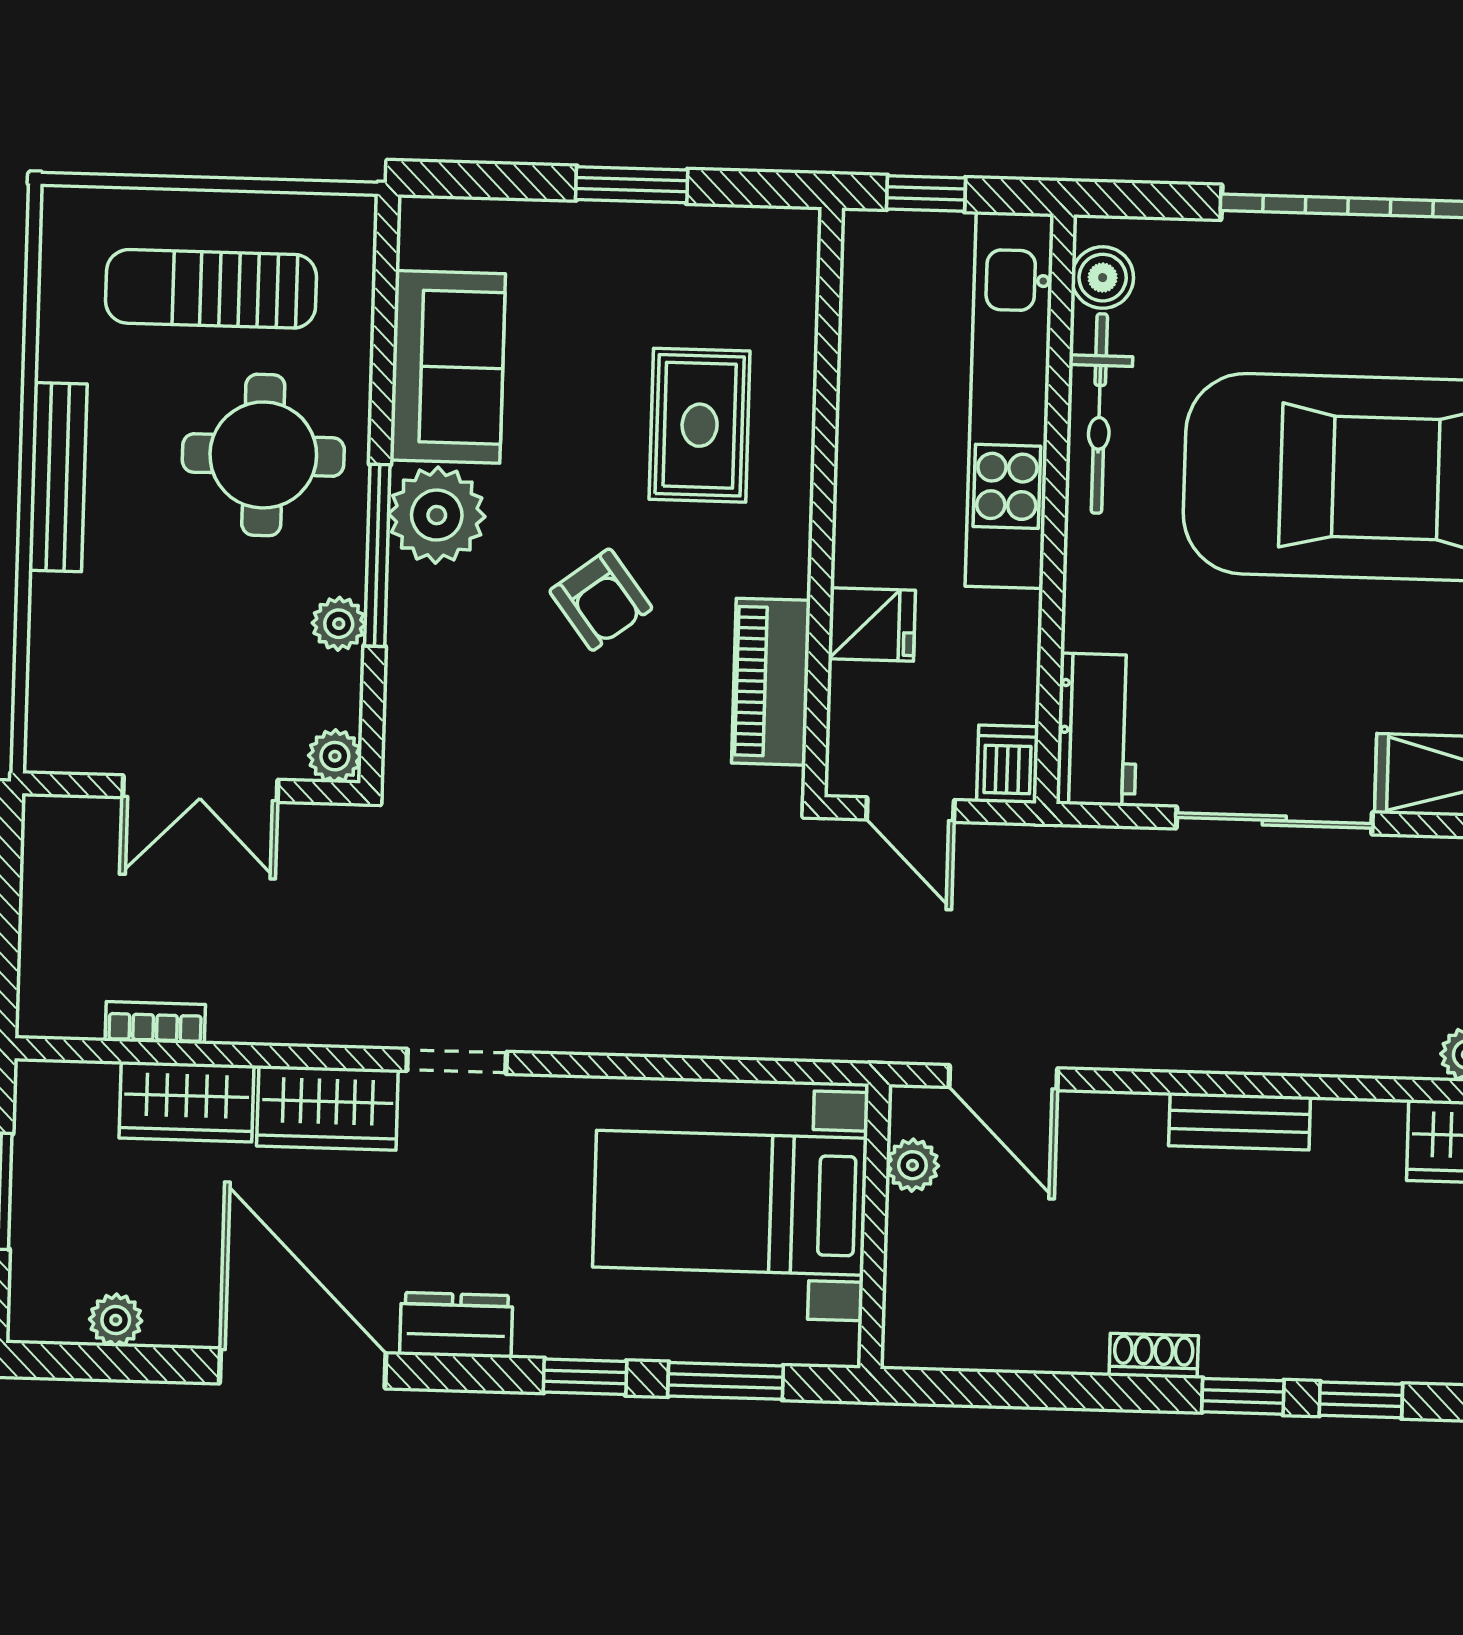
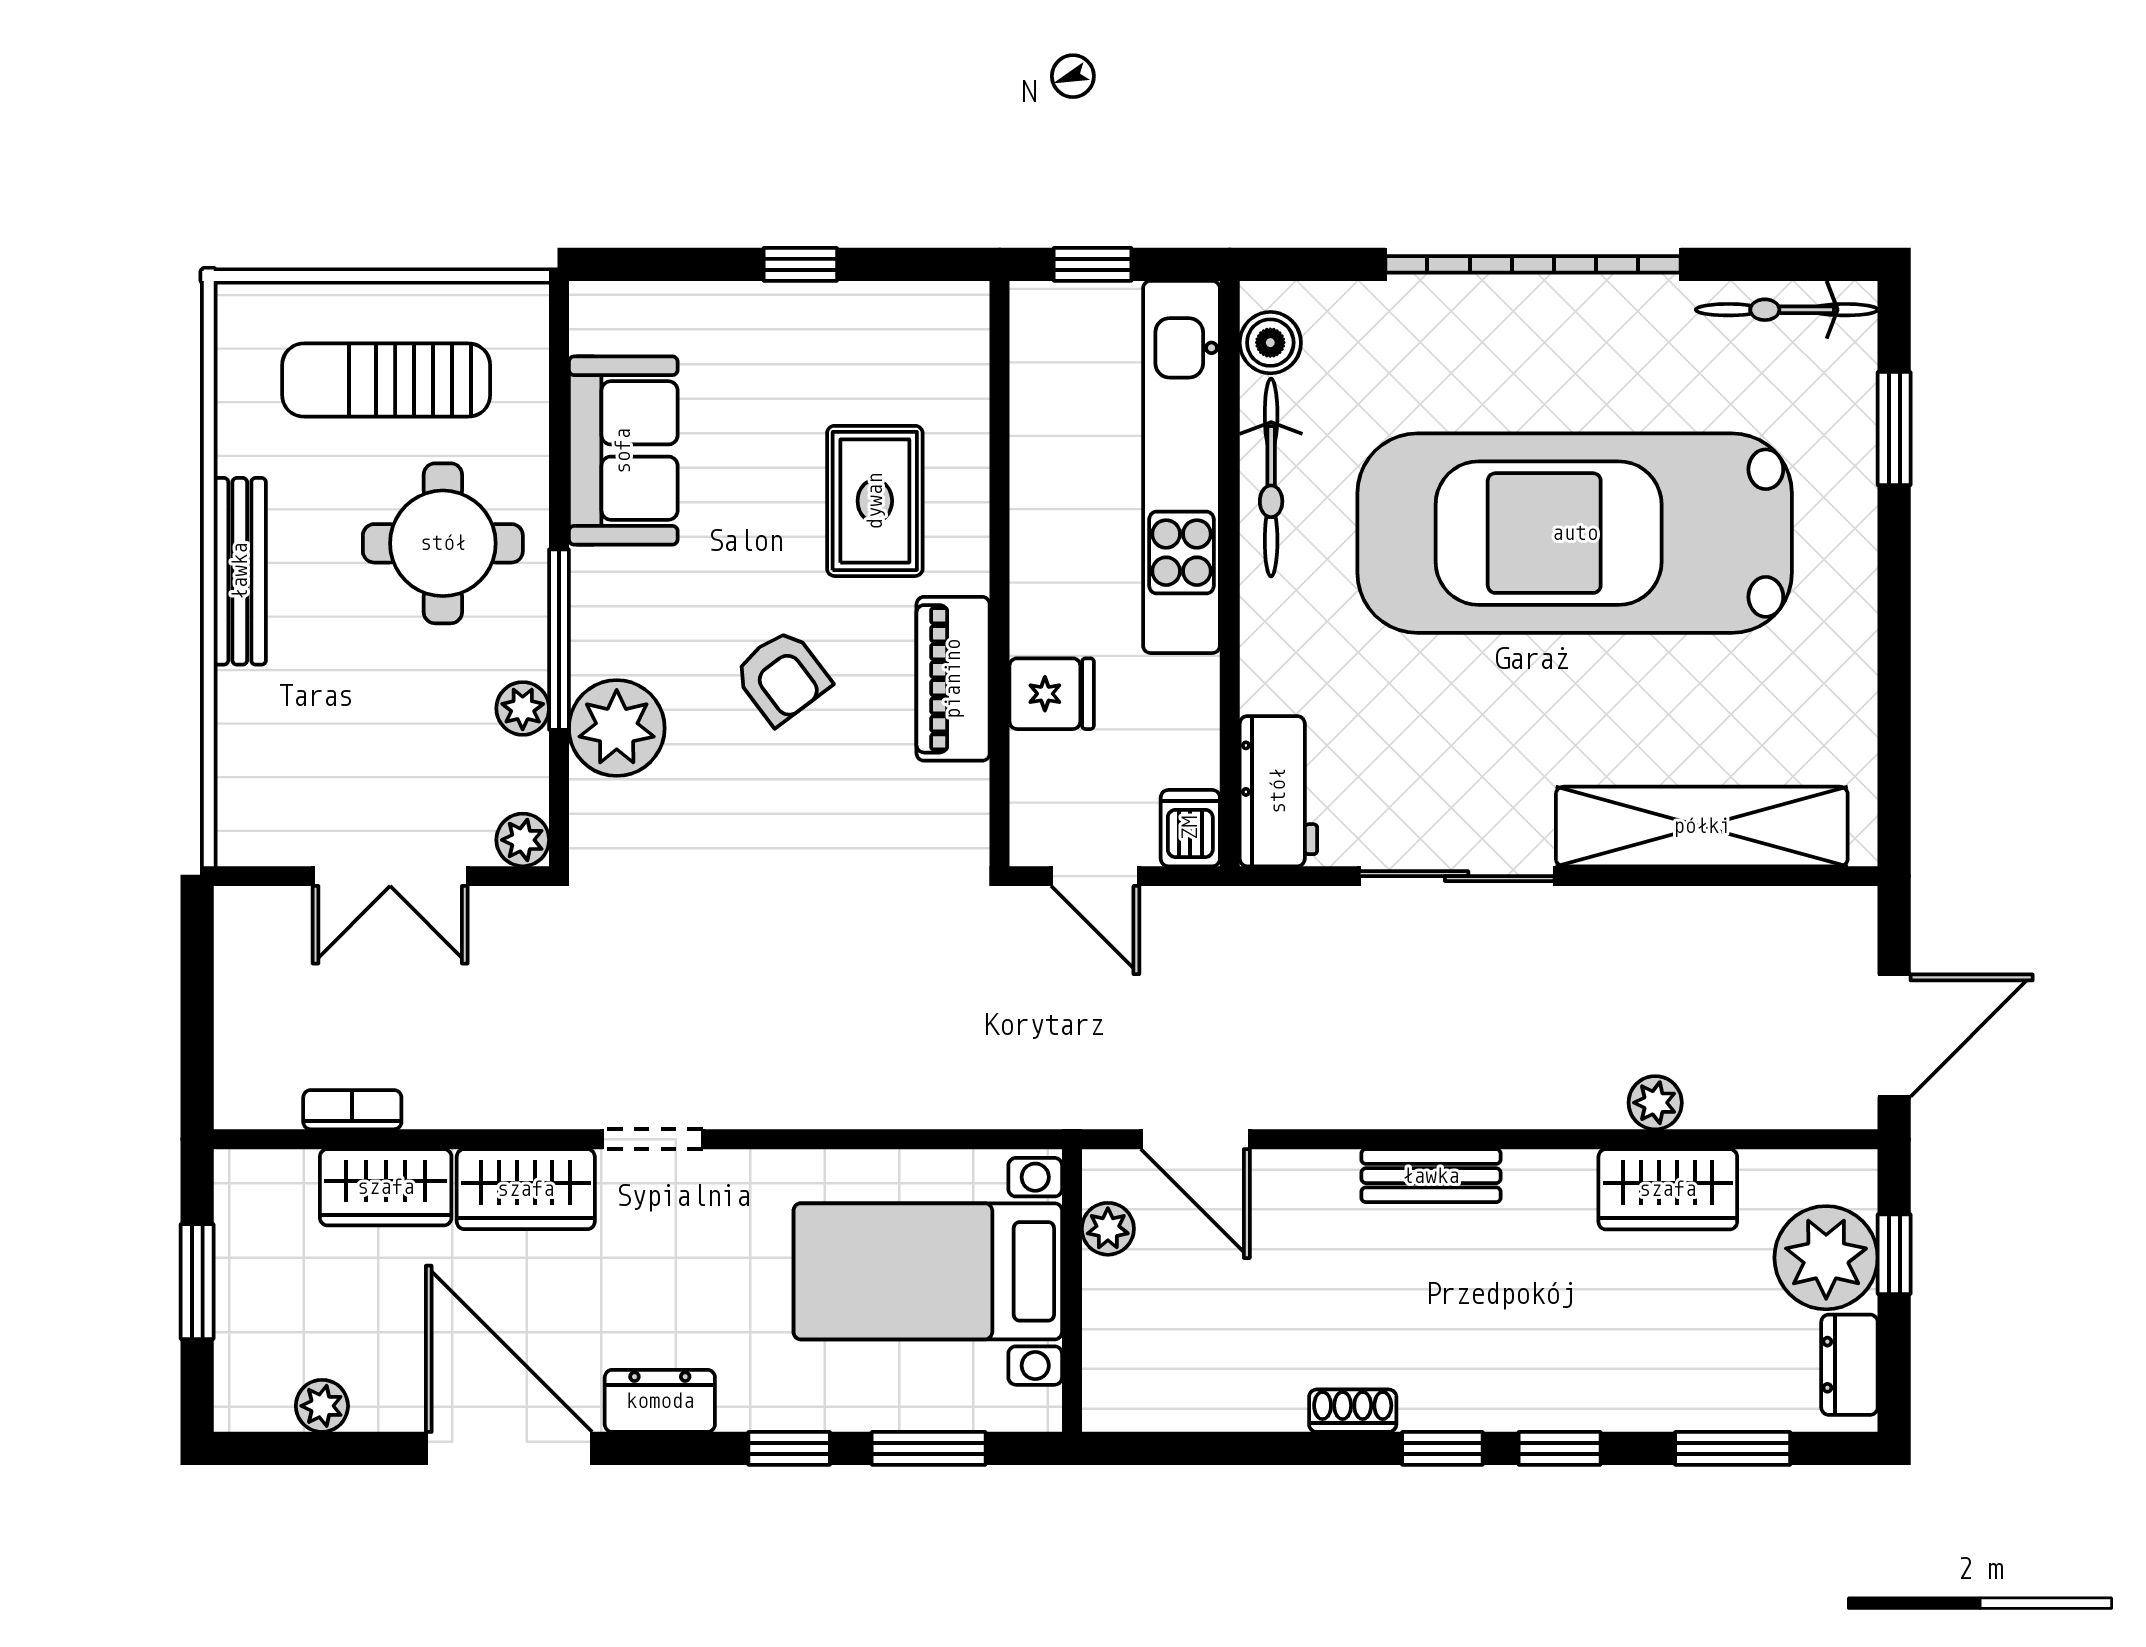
window: (632, 185) -> (800, 264), width x0.67
plant: (437, 515) -> (617, 728), moved
piano: (771, 682) -> (953, 679), moved

